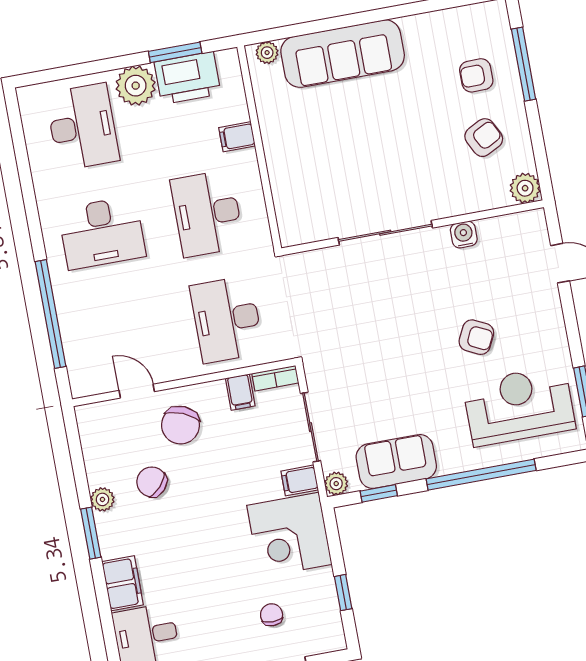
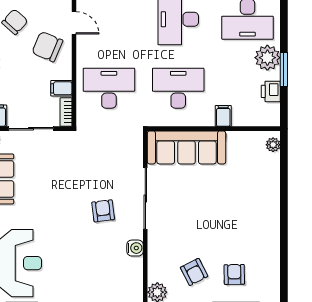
window: (175, 52) -> (284, 70), moved
sofa: (343, 54) -> (186, 147), moved, turned -90
printer: (188, 78) -> (271, 91), width x0.53, depth x0.68
armchair: (476, 337) -> (103, 211), moved, turned 147
door: (137, 391) -> (74, 23), hinge flipped

